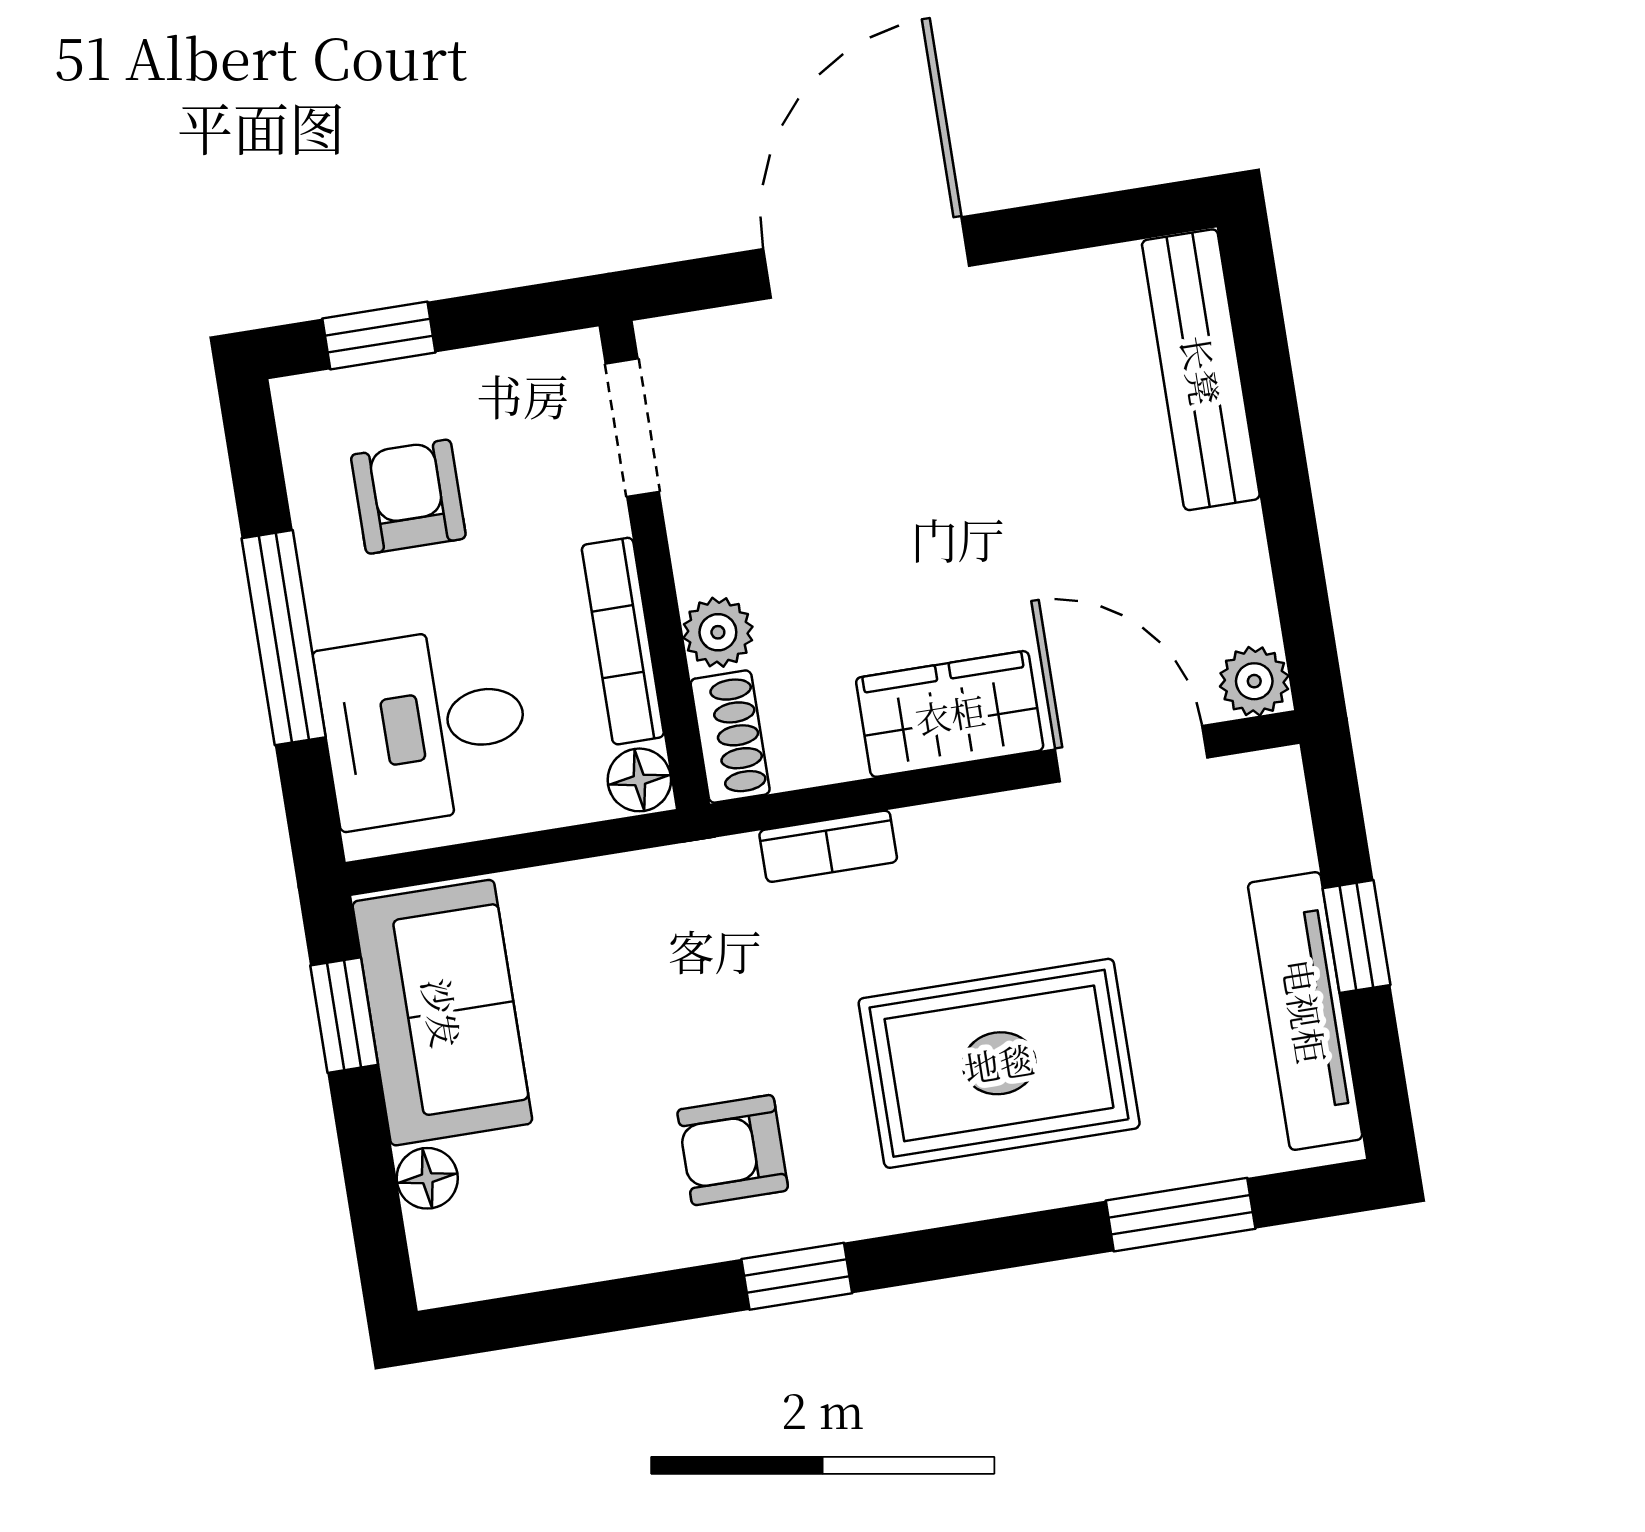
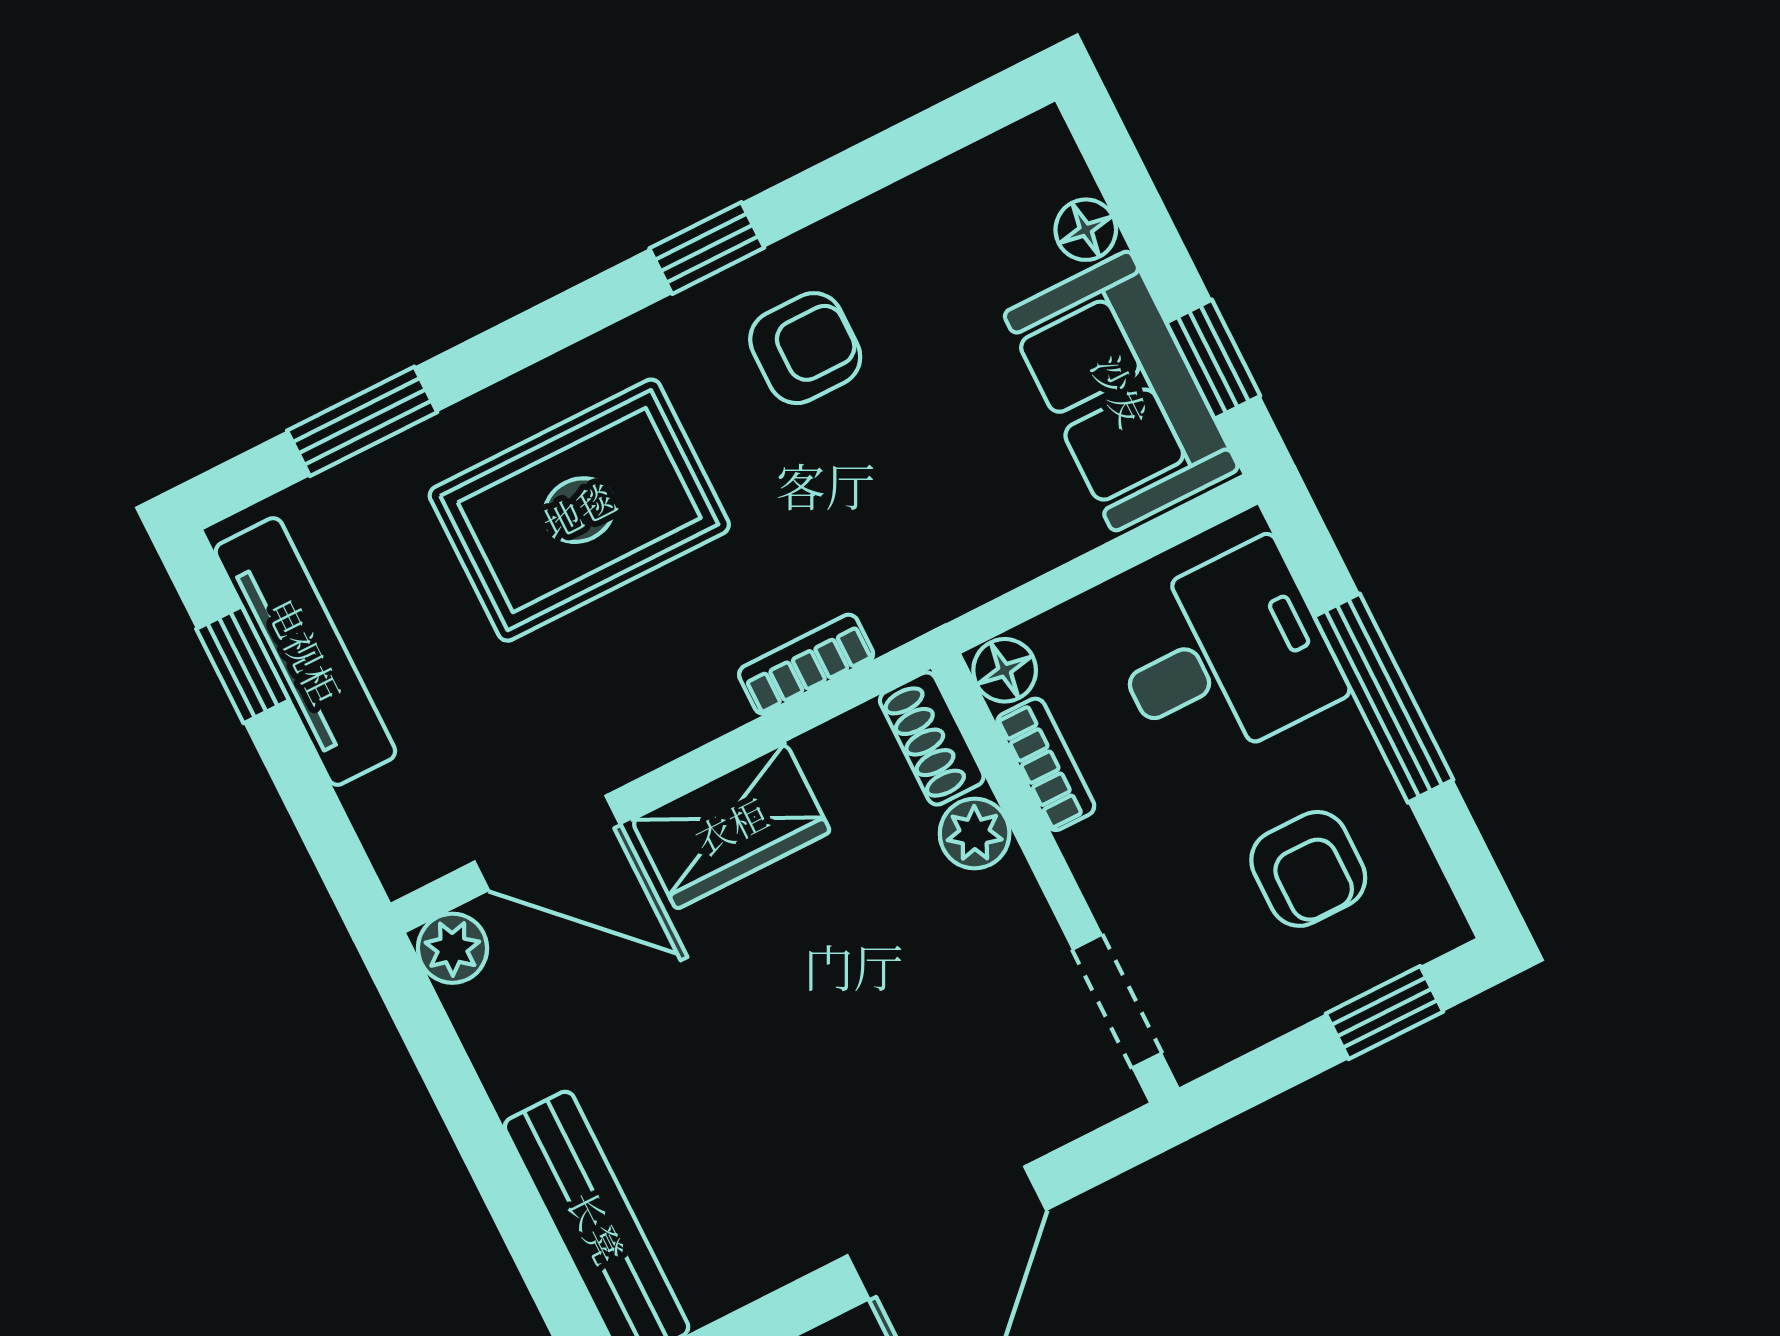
bookcase: (623, 641) -> (1046, 764), width x0.64
window: (1357, 937) -> (243, 665), moved

